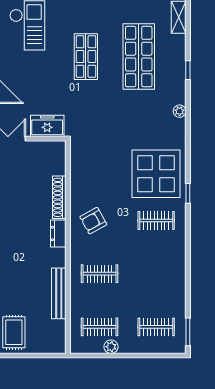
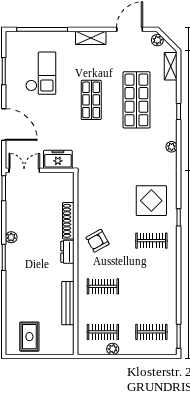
display table: (156, 174) -> (151, 201), width x0.73, depth x0.73

